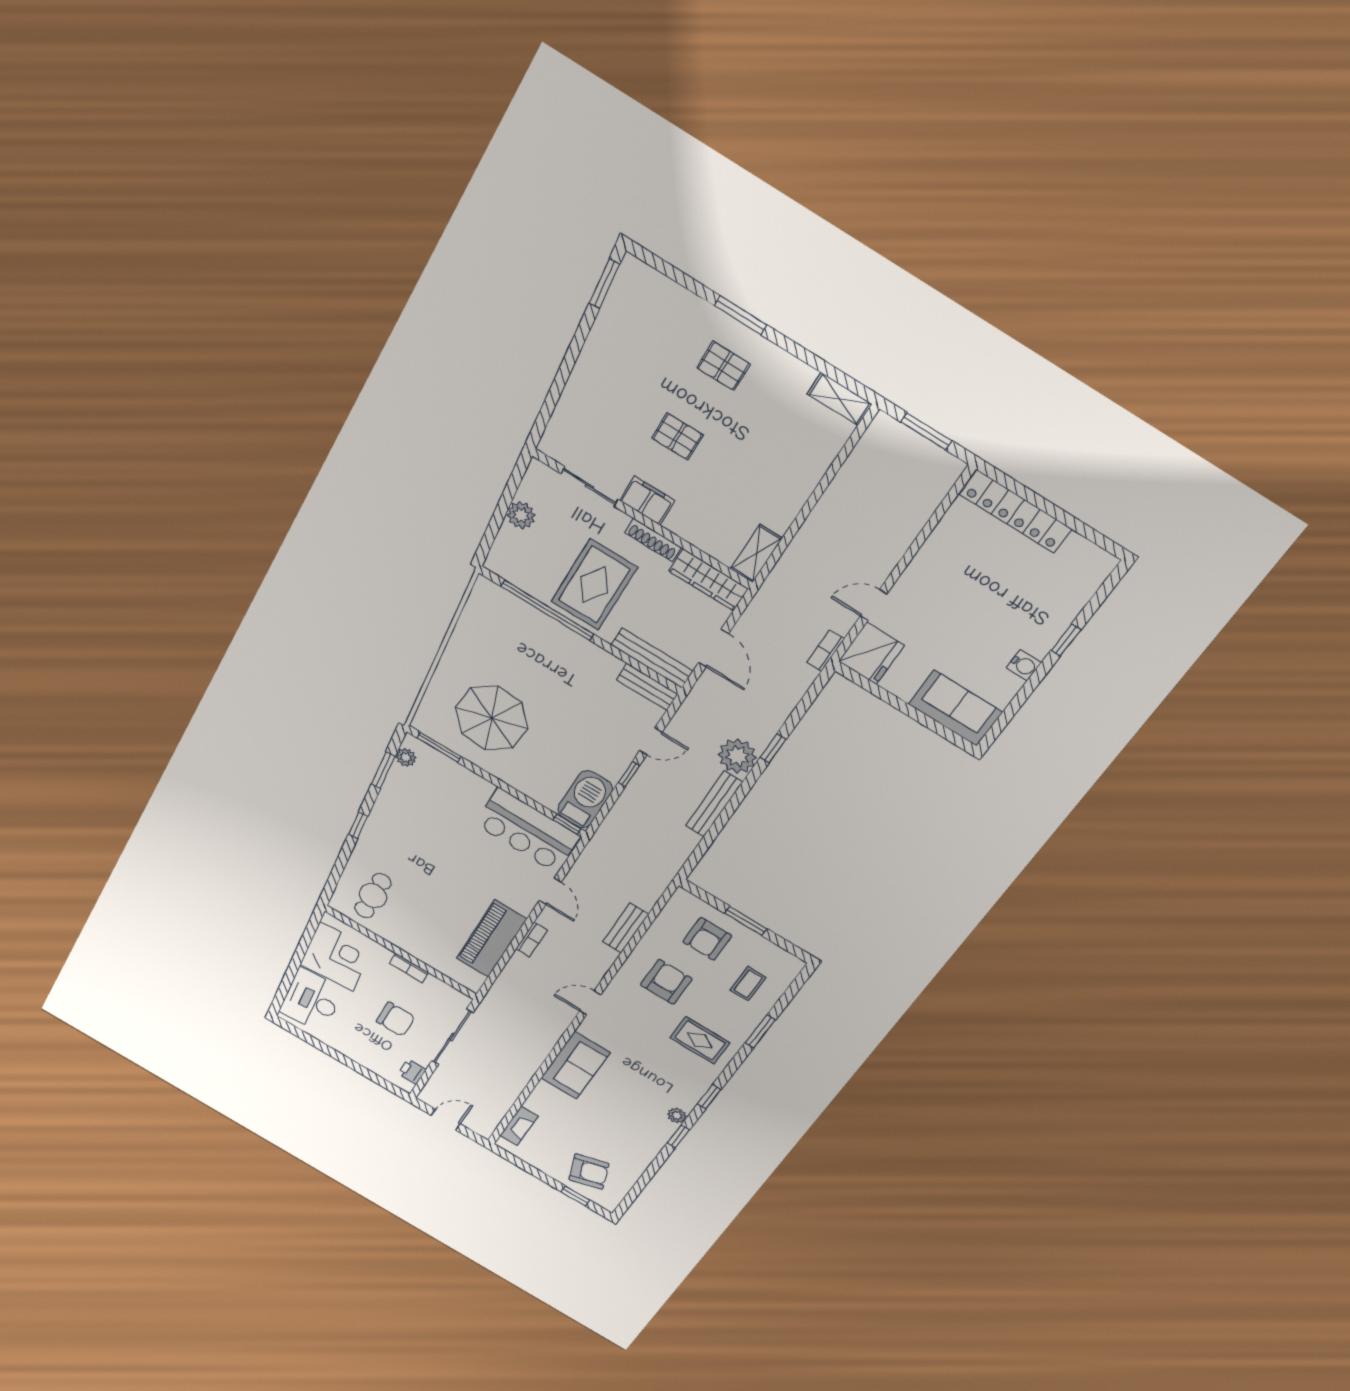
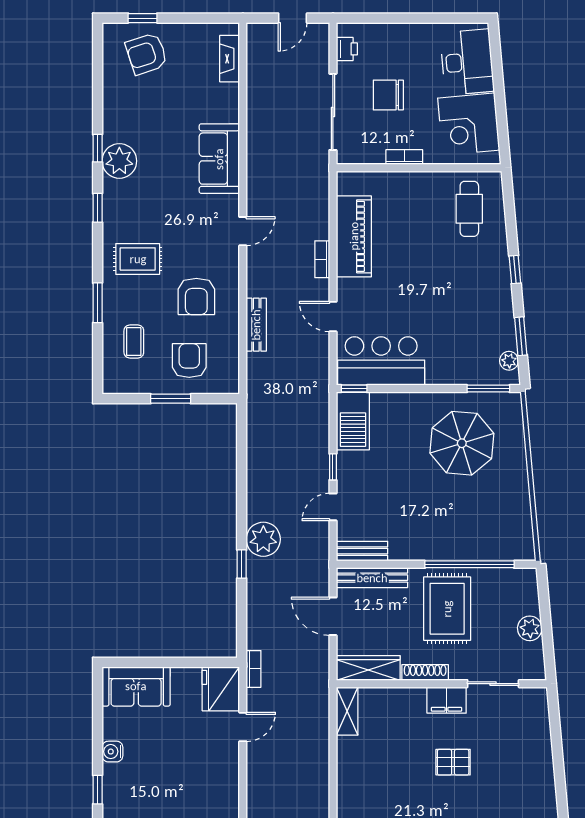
bench: (714, 804) -> (256, 486), removed
plant: (677, 1115) -> (119, 161), width x1.87, depth x1.87

